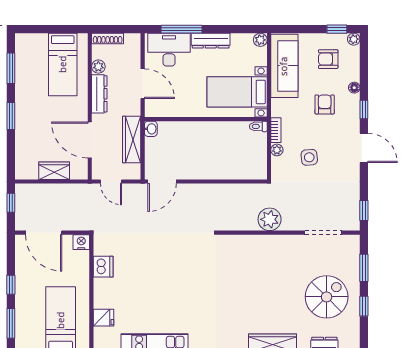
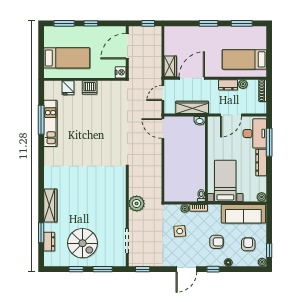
dresser: (99, 94) -> (228, 85), width x0.70
wardrobe: (54, 171) -> (170, 66), moved
dishwasher: (103, 267) -> (90, 88), moved

